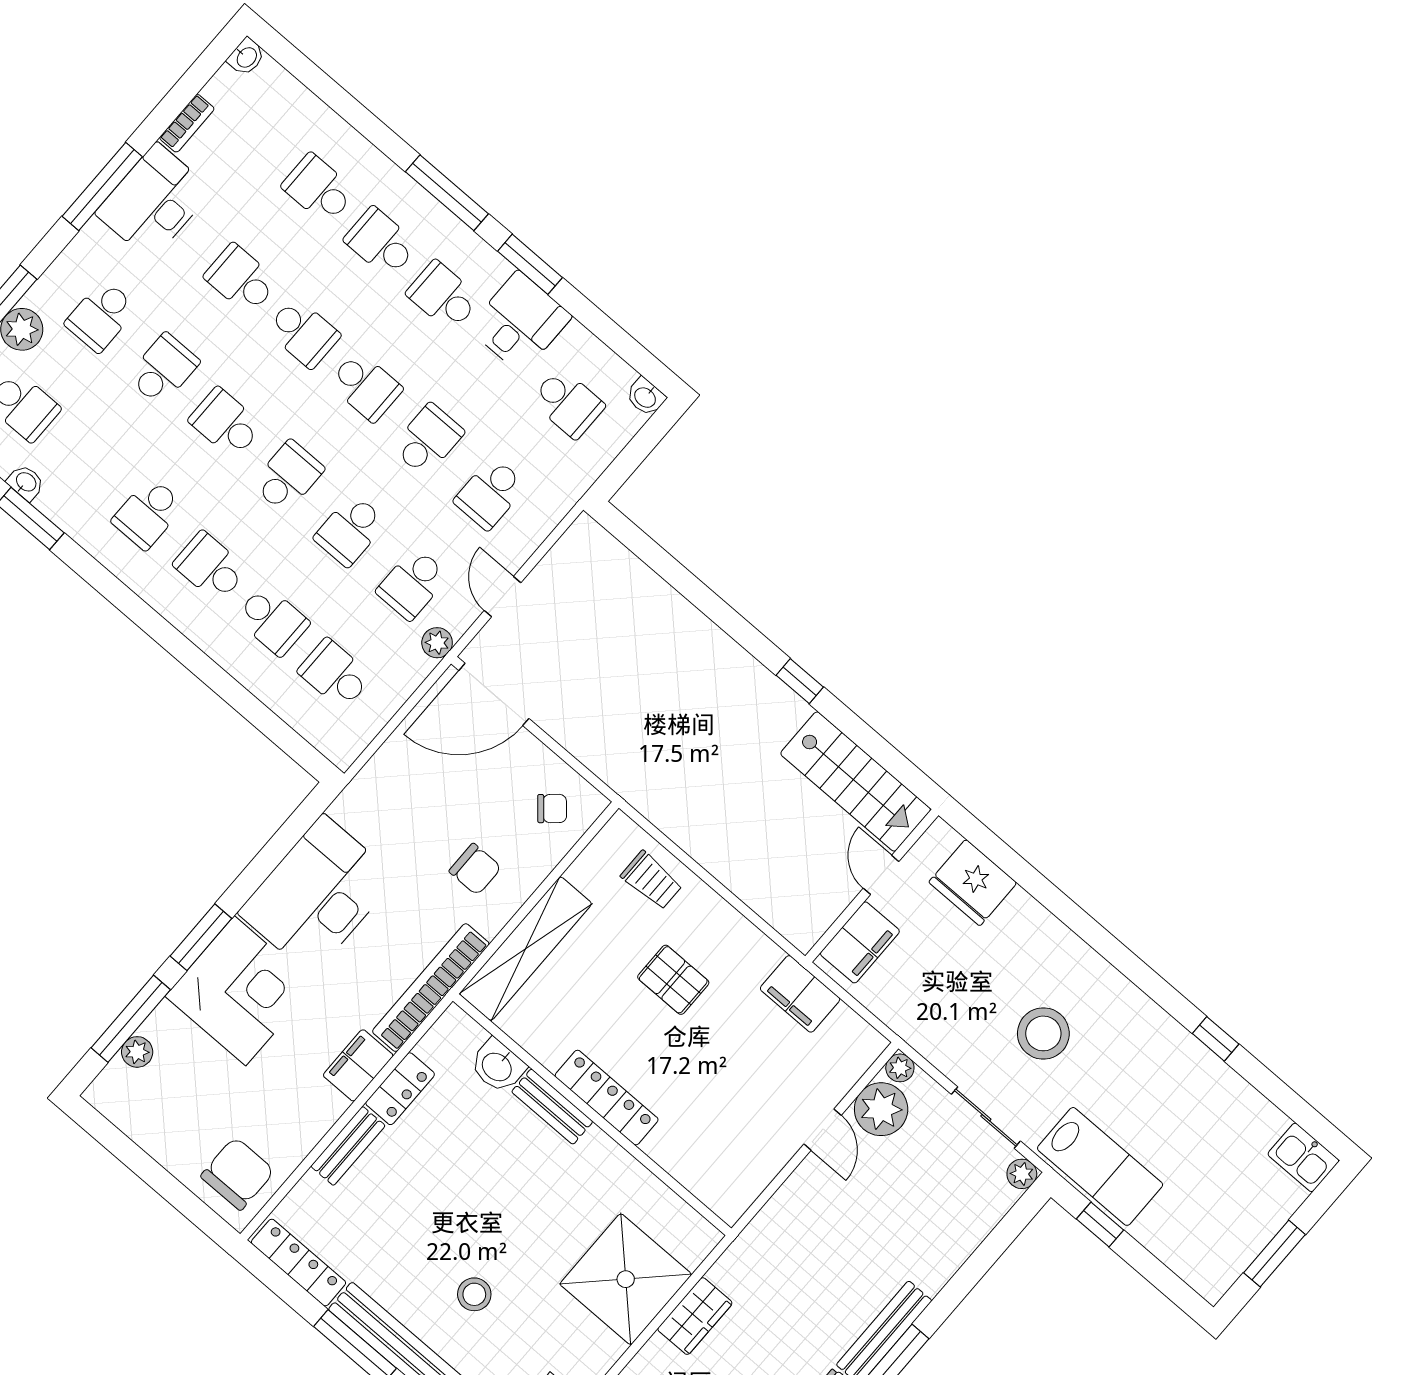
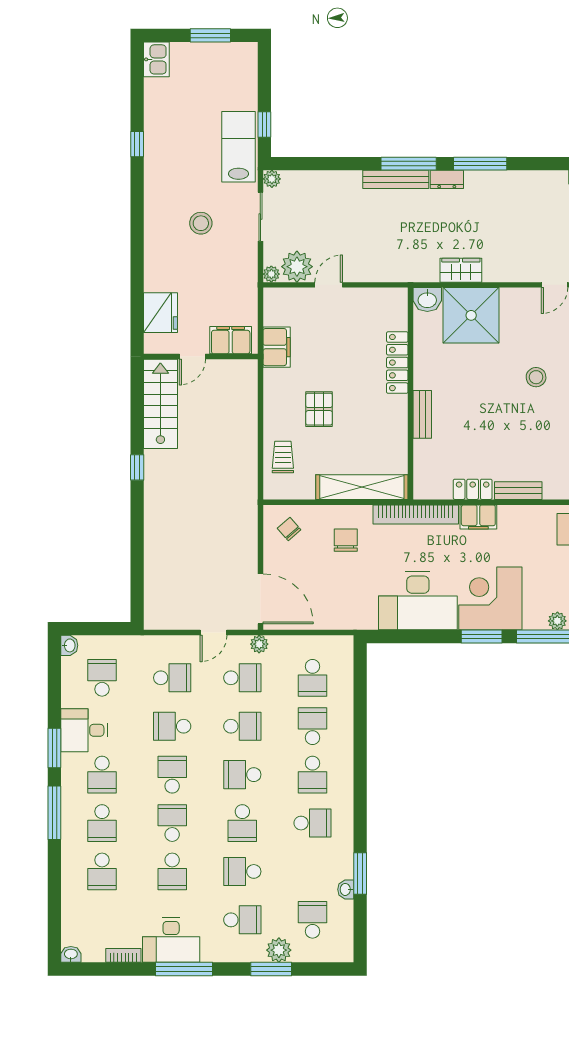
stool: (1043, 1033) -> (201, 223), width x0.73, depth x0.73
washbasin: (498, 1066) -> (427, 300), moved, turned 90
locker: (607, 1098) -> (397, 363), moved

